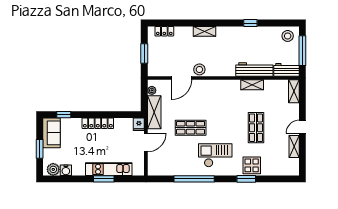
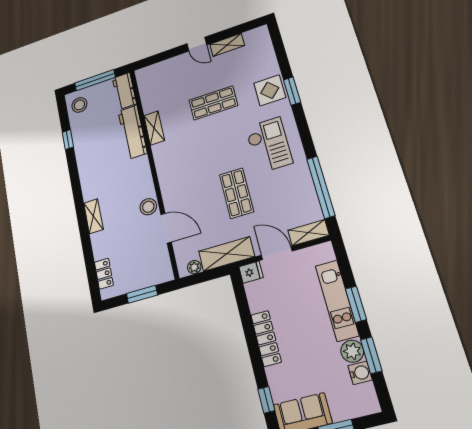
window: (250, 23) -> (68, 140), moved
shelving: (294, 91) -> (308, 233), moved
checkout: (215, 155) -> (269, 145), turned 180
plant: (53, 169) -> (352, 351), moved
window: (74, 179) -> (371, 355), added
window: (194, 179) -> (321, 187), moved

